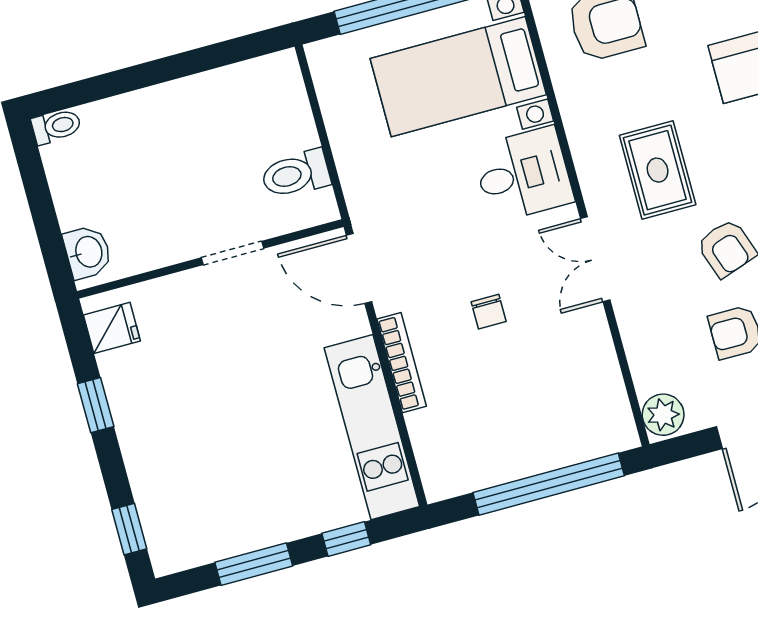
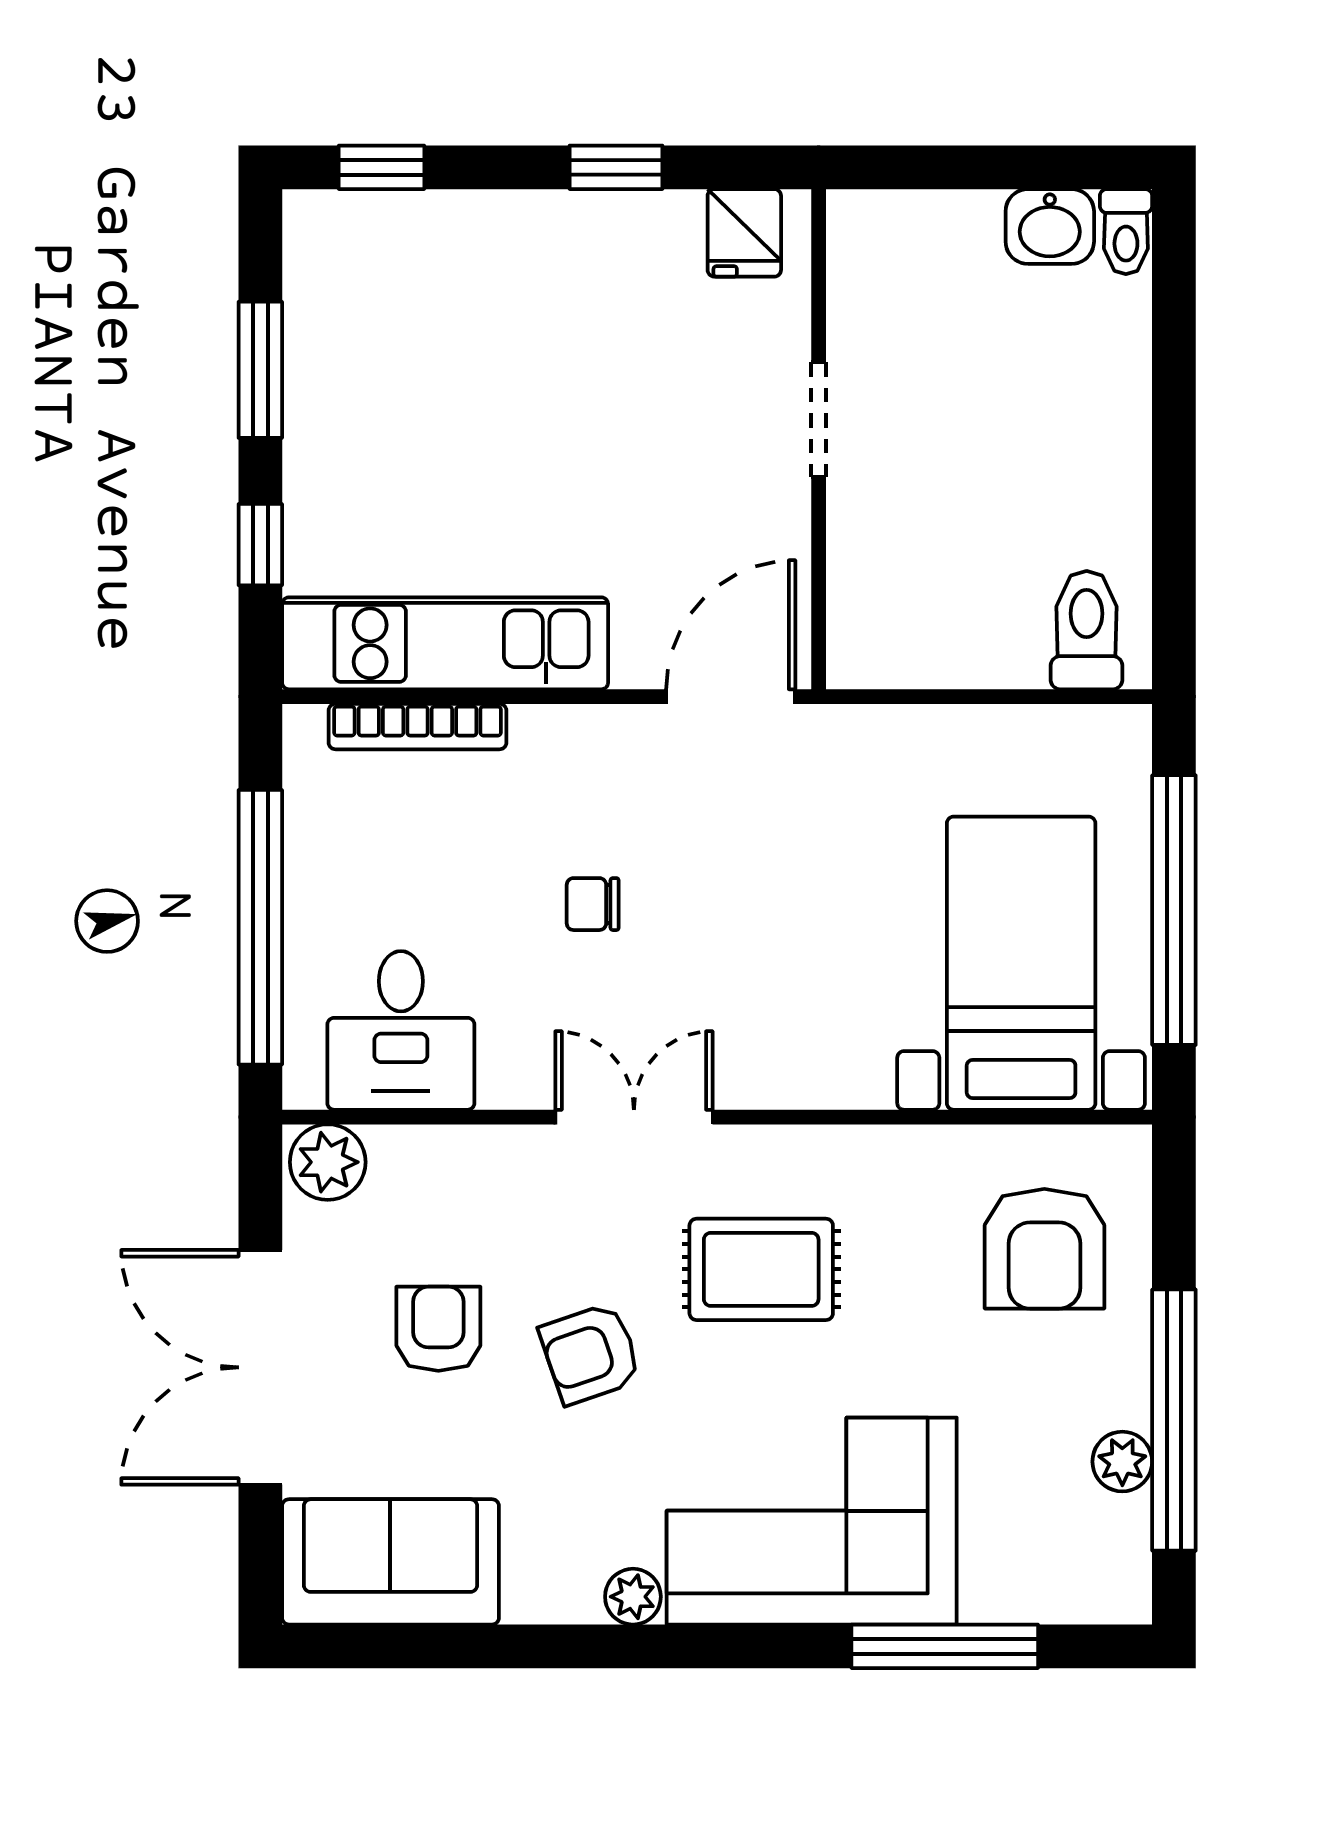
toilet: (296, 174) -> (1087, 630), moved
desk: (523, 174) -> (401, 1030), moved
washbasin: (88, 252) -> (1050, 226), moved
doorway: (232, 253) -> (819, 420), moved
bookcase: (402, 363) -> (417, 727), moved

